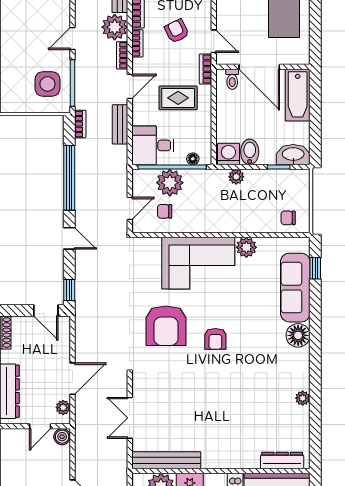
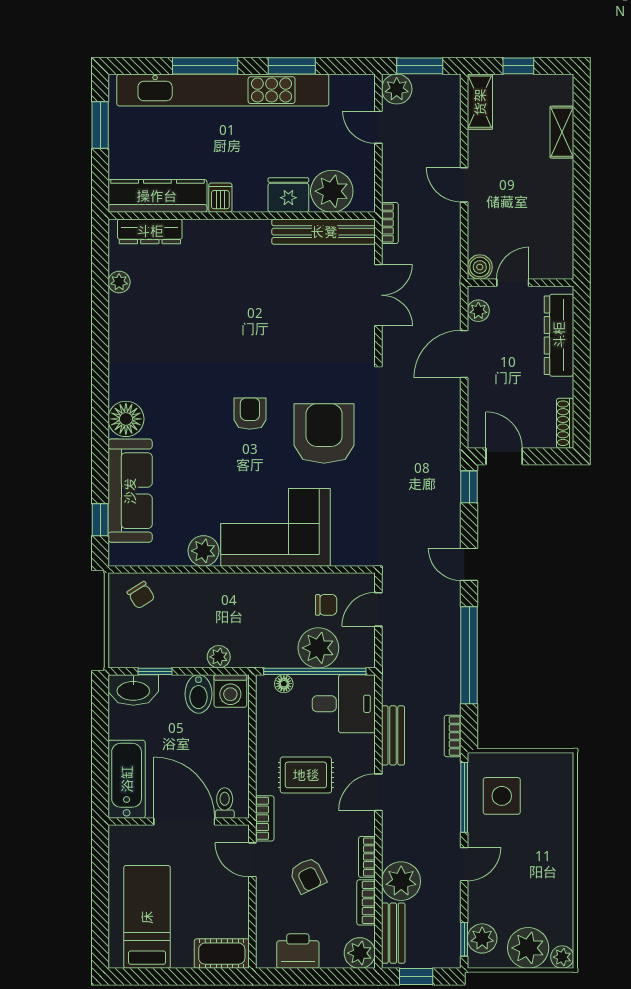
bookcase: (122, 55) -> (390, 223), moved
chair: (288, 218) -> (141, 595), turned 58
plant: (303, 398) -> (119, 282), moved

